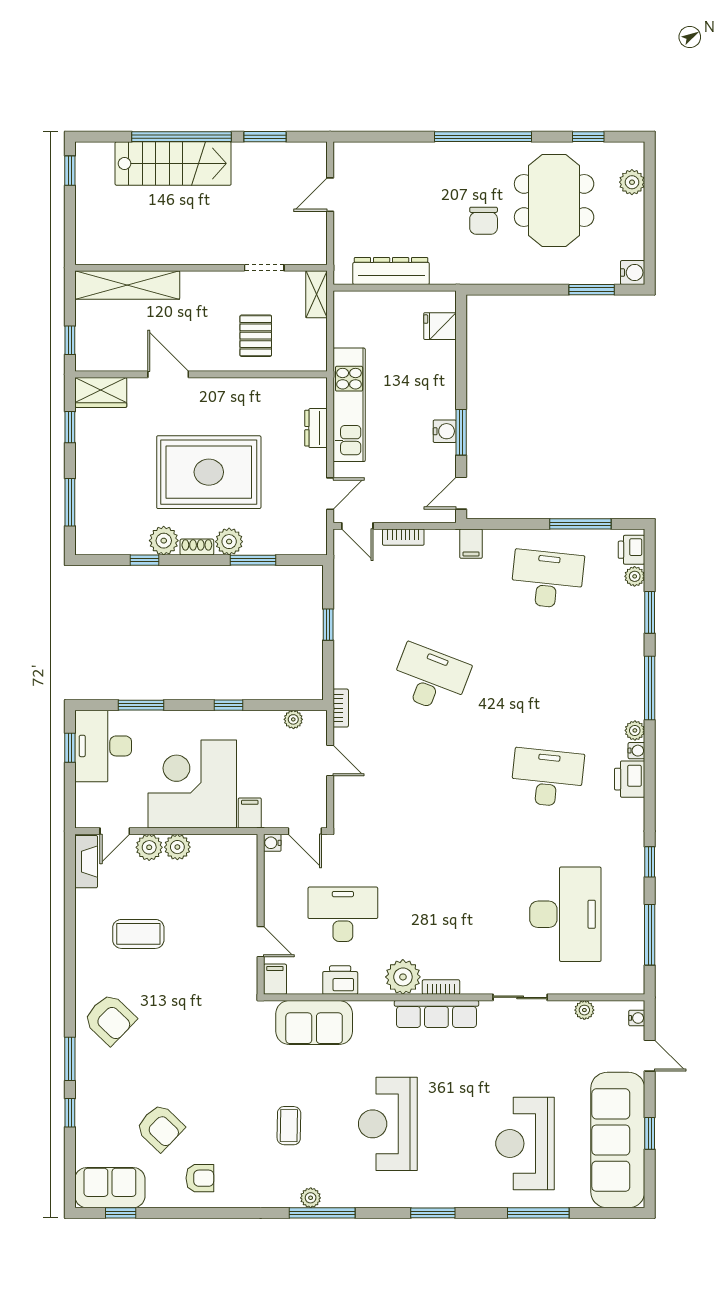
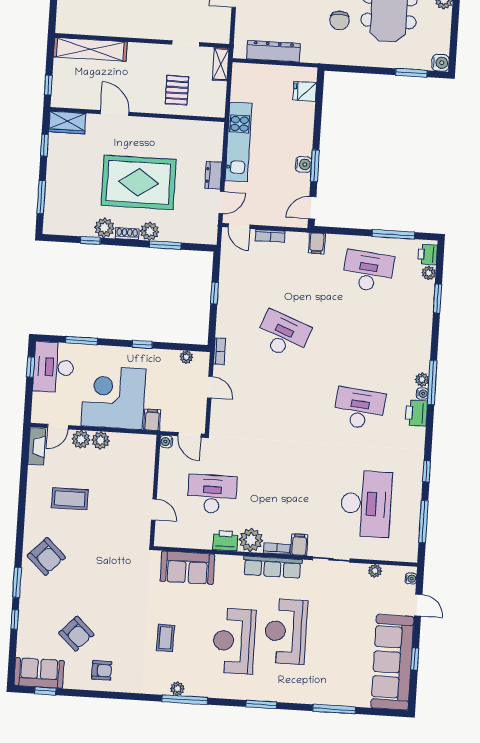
dresser: (316, 428) -> (213, 175), moved
window: (650, 688) -> (432, 382), moved
filing cabinet: (275, 979) -> (299, 545), moved
printer: (340, 980) -> (225, 541), moved
reception desk: (525, 1143) -> (286, 631), moved

